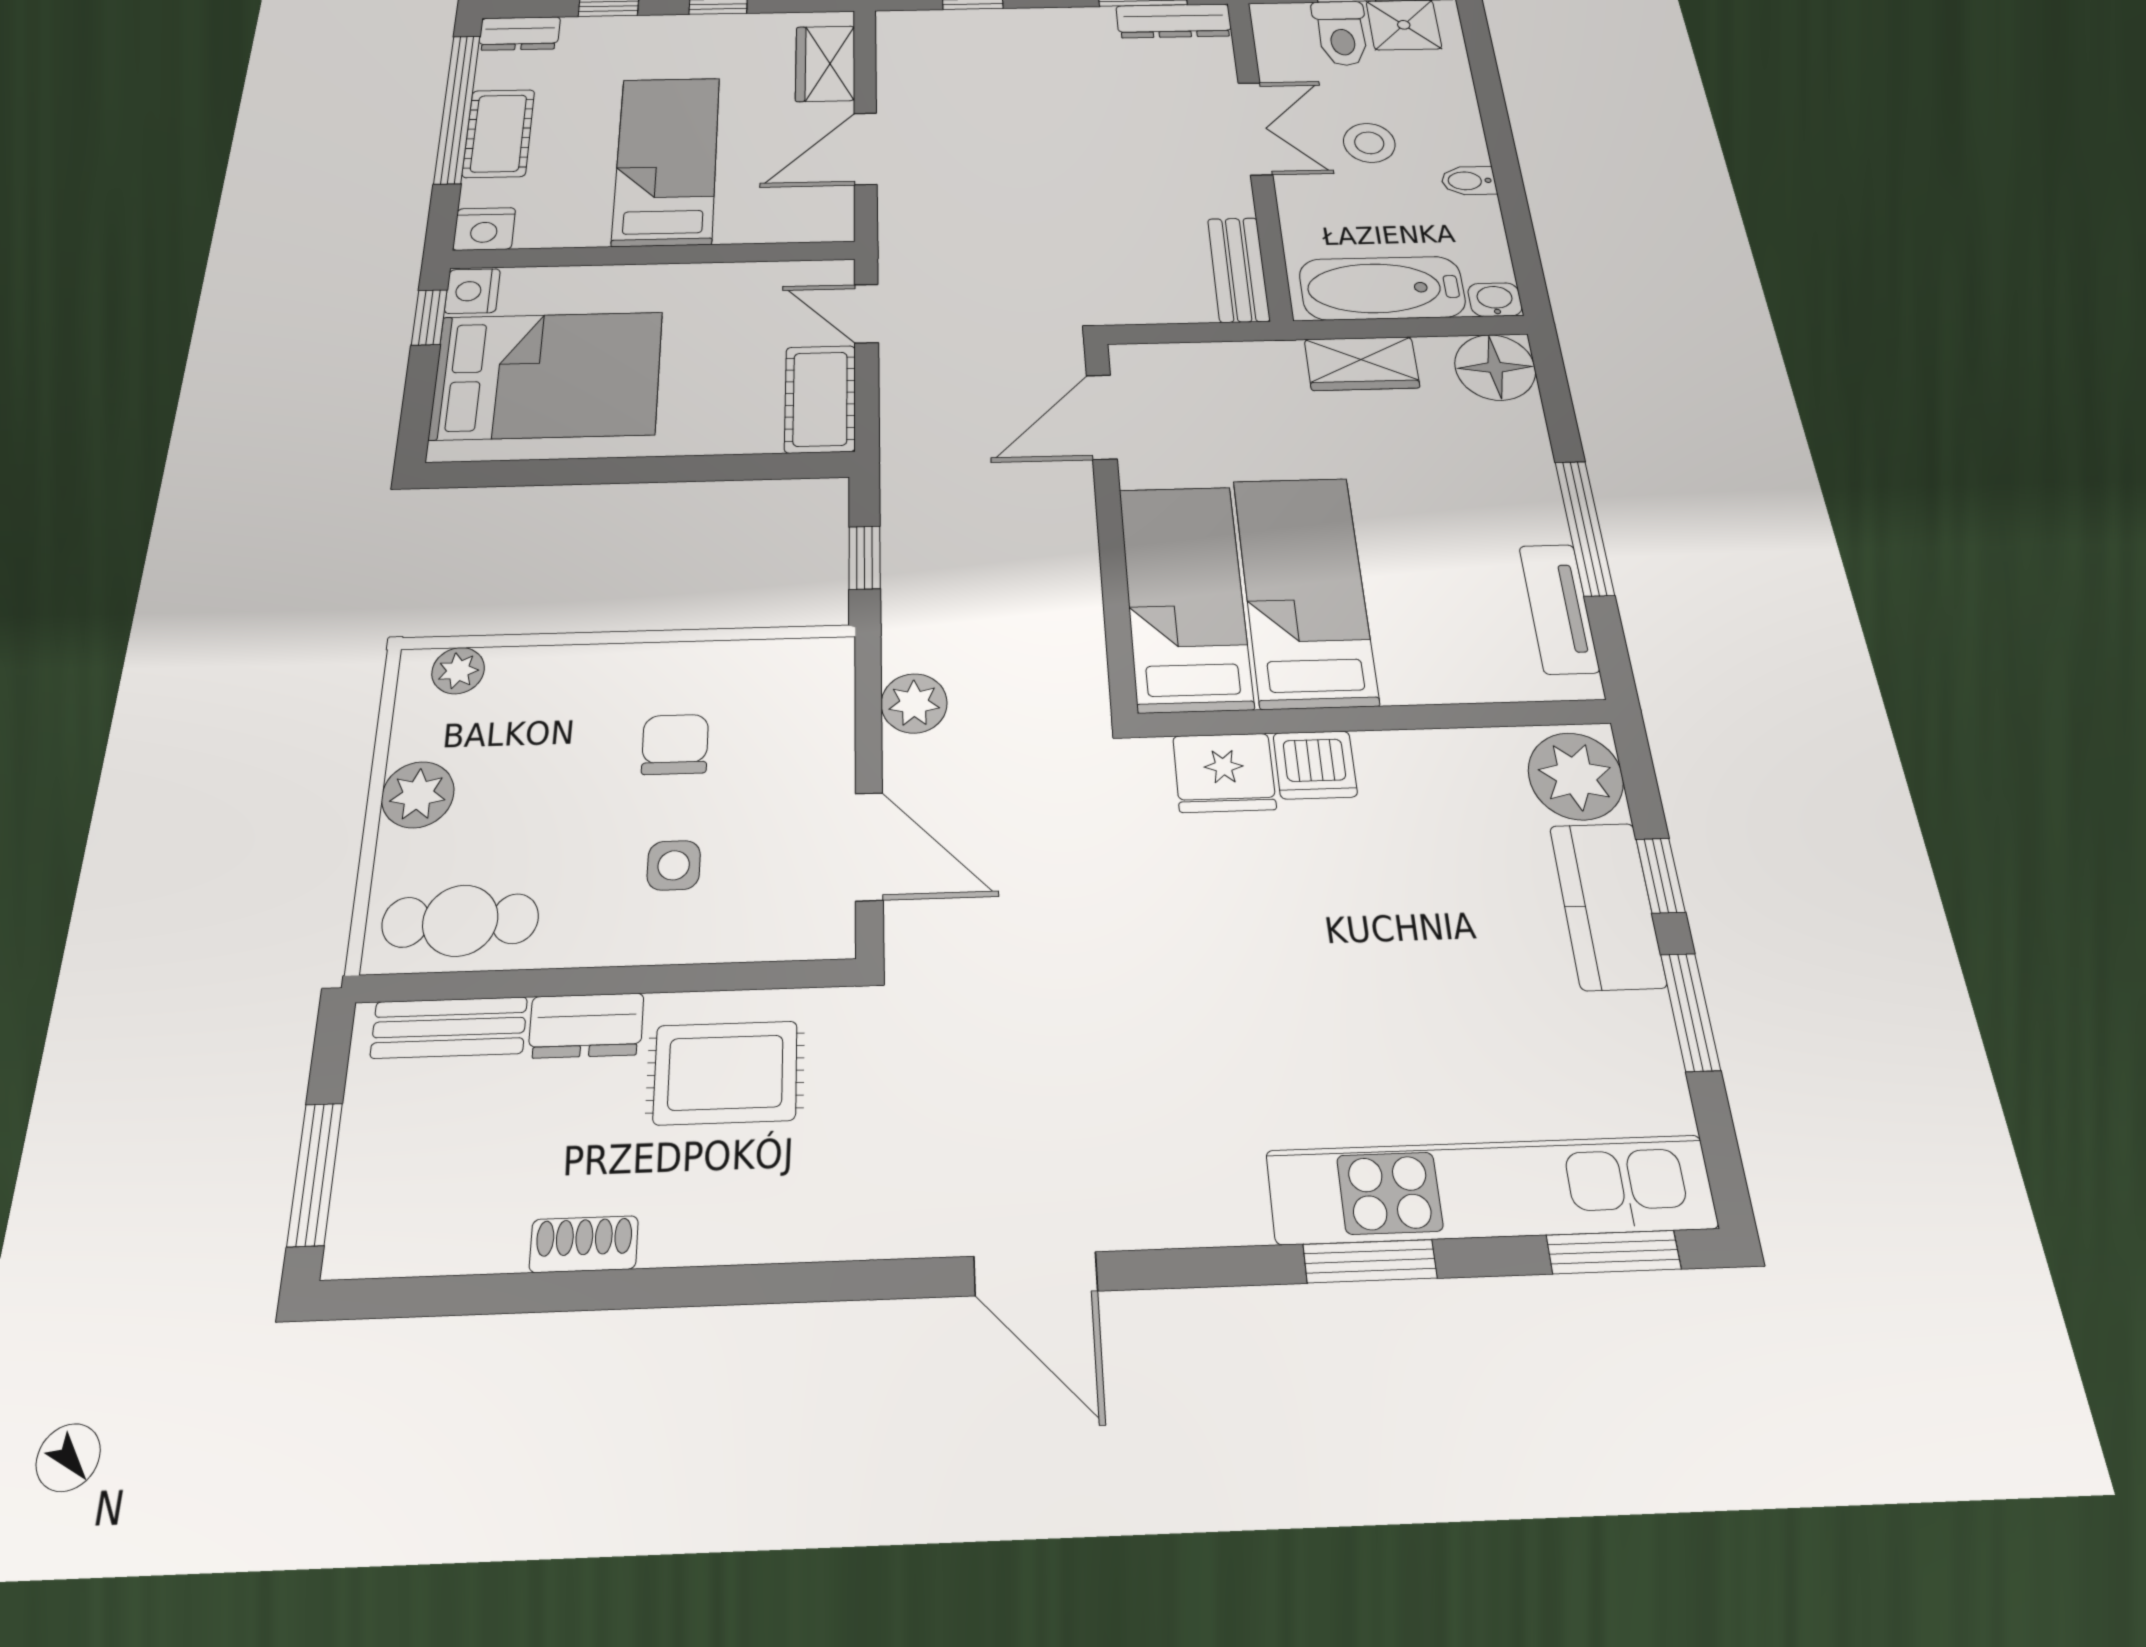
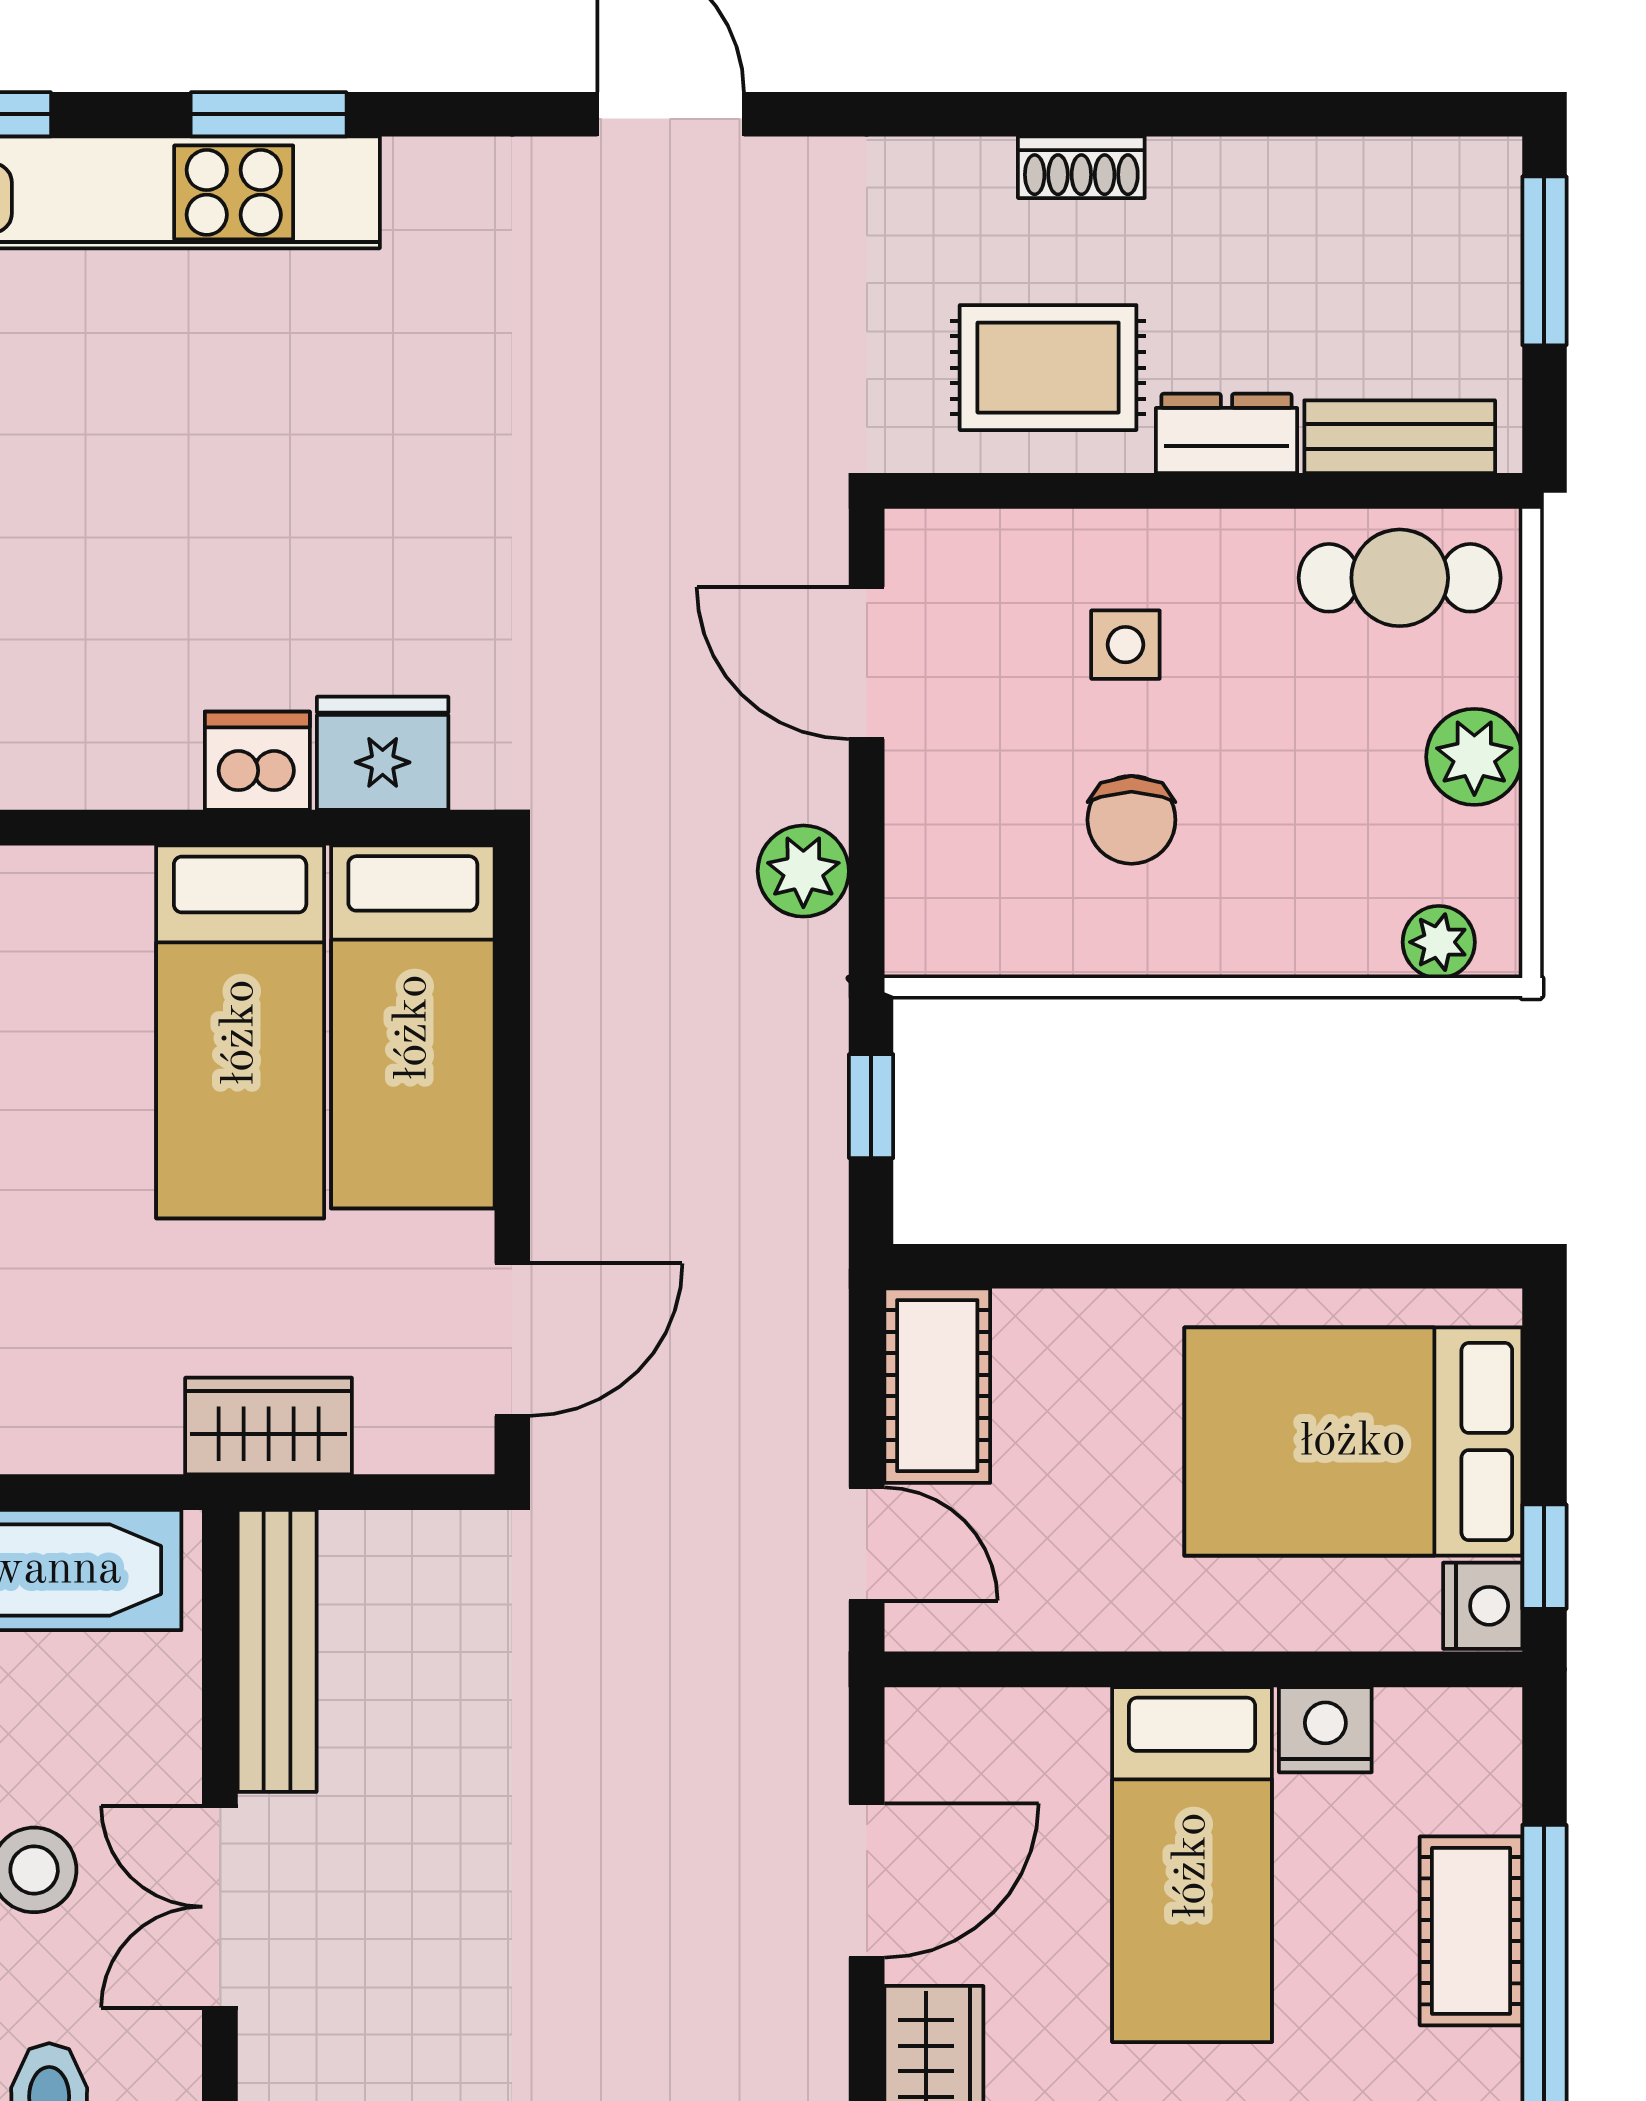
nightstand: (484, 229) -> (1325, 1730), moved
bench: (1238, 270) -> (277, 1651), width x1.36
wardrobe: (1362, 364) -> (269, 1426), moved
shoe rack: (584, 1244) -> (1081, 167), moved

